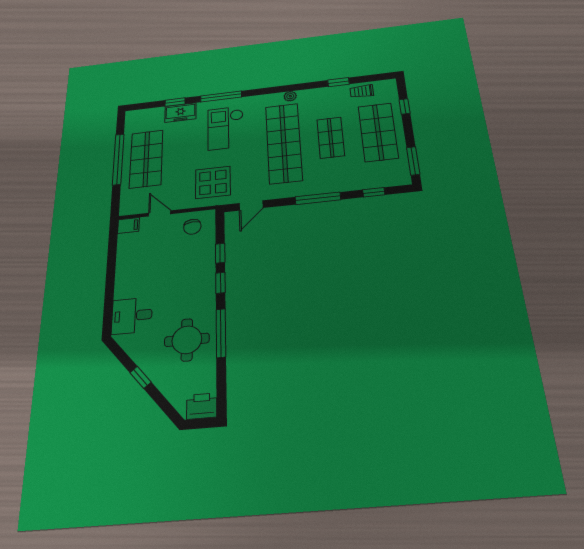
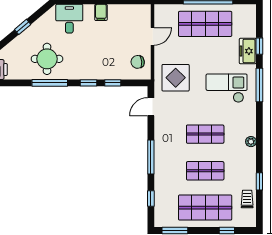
shop shelf: (284, 143) -> (205, 134), width x0.50, depth x0.74
door: (251, 206) -> (151, 107), hinge flipped
filing cabinet: (128, 225) -> (101, 12), moved

